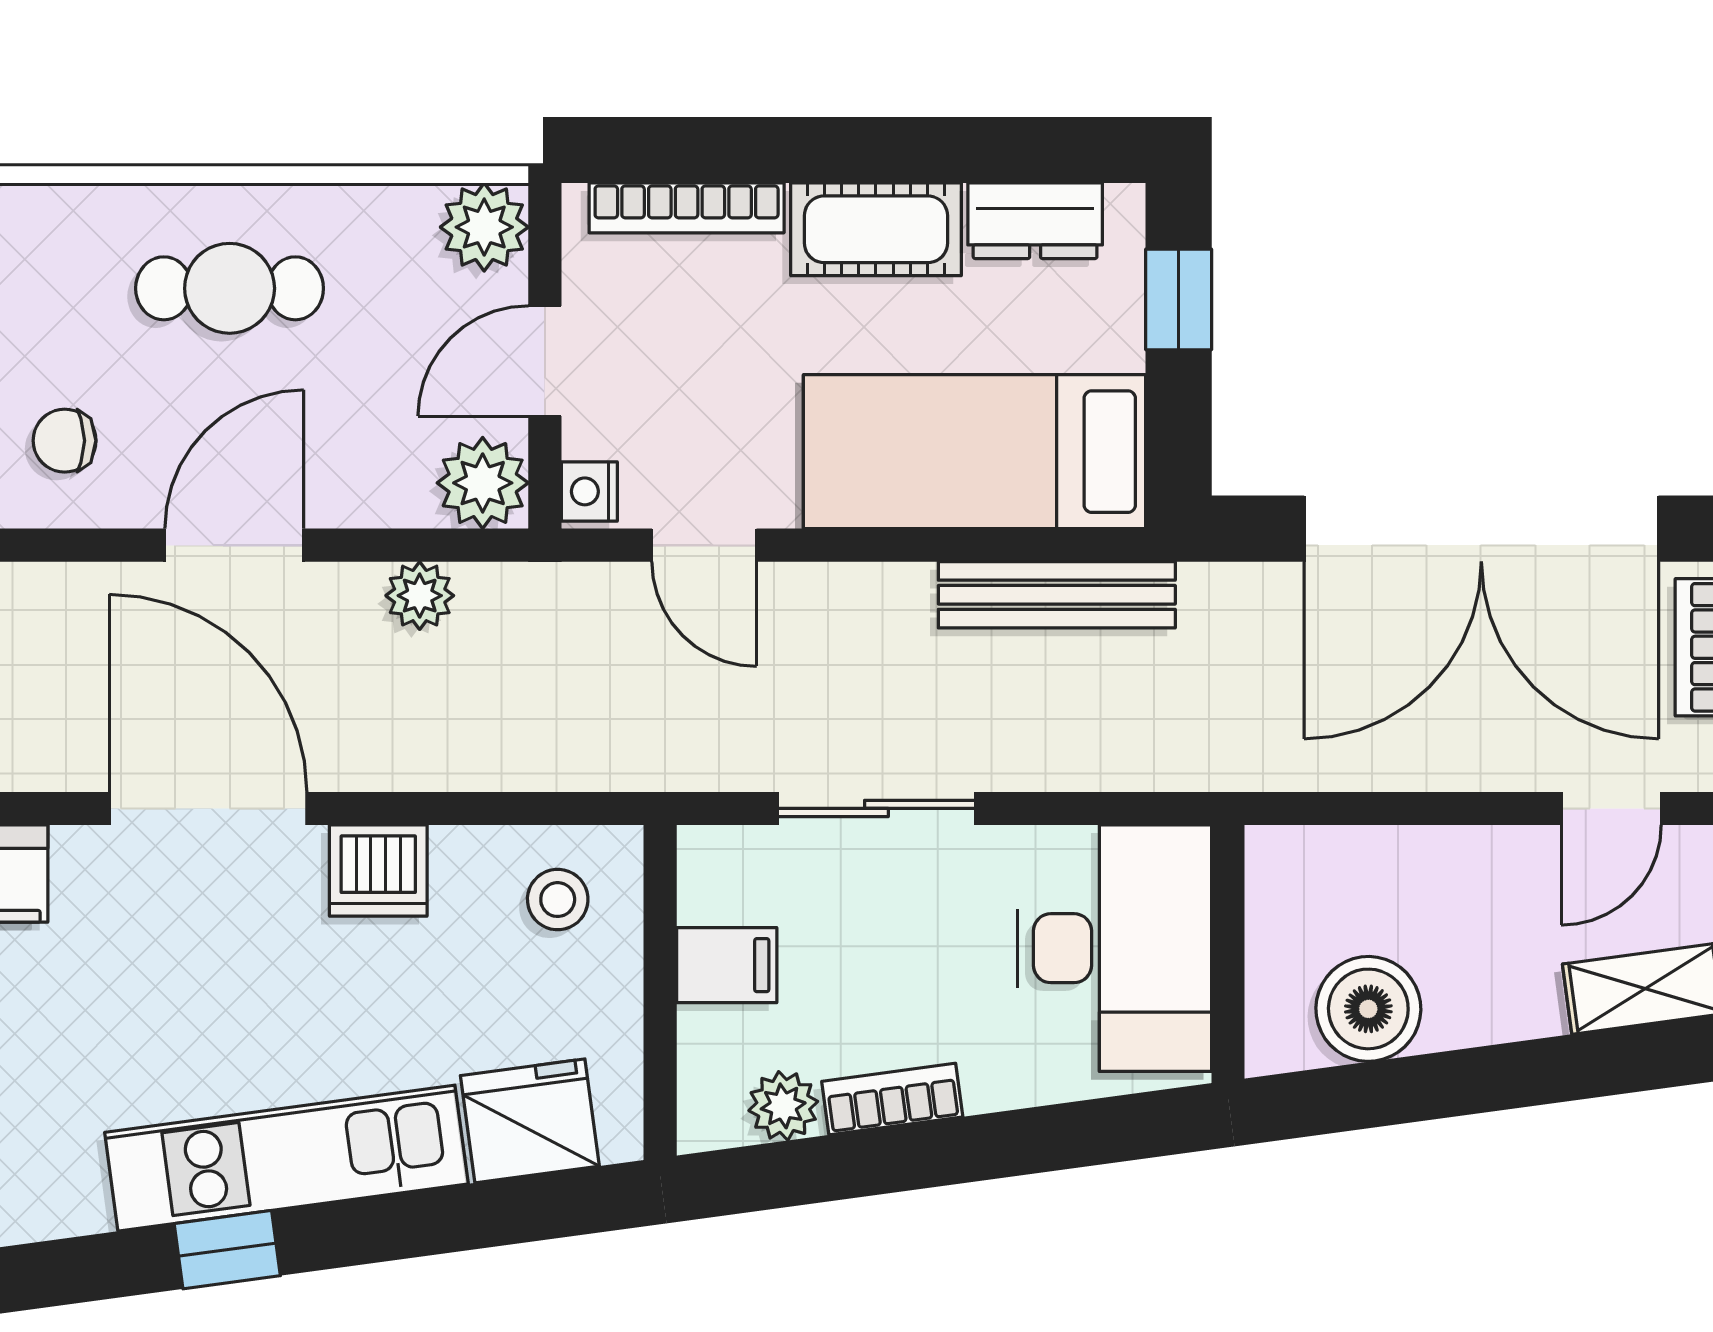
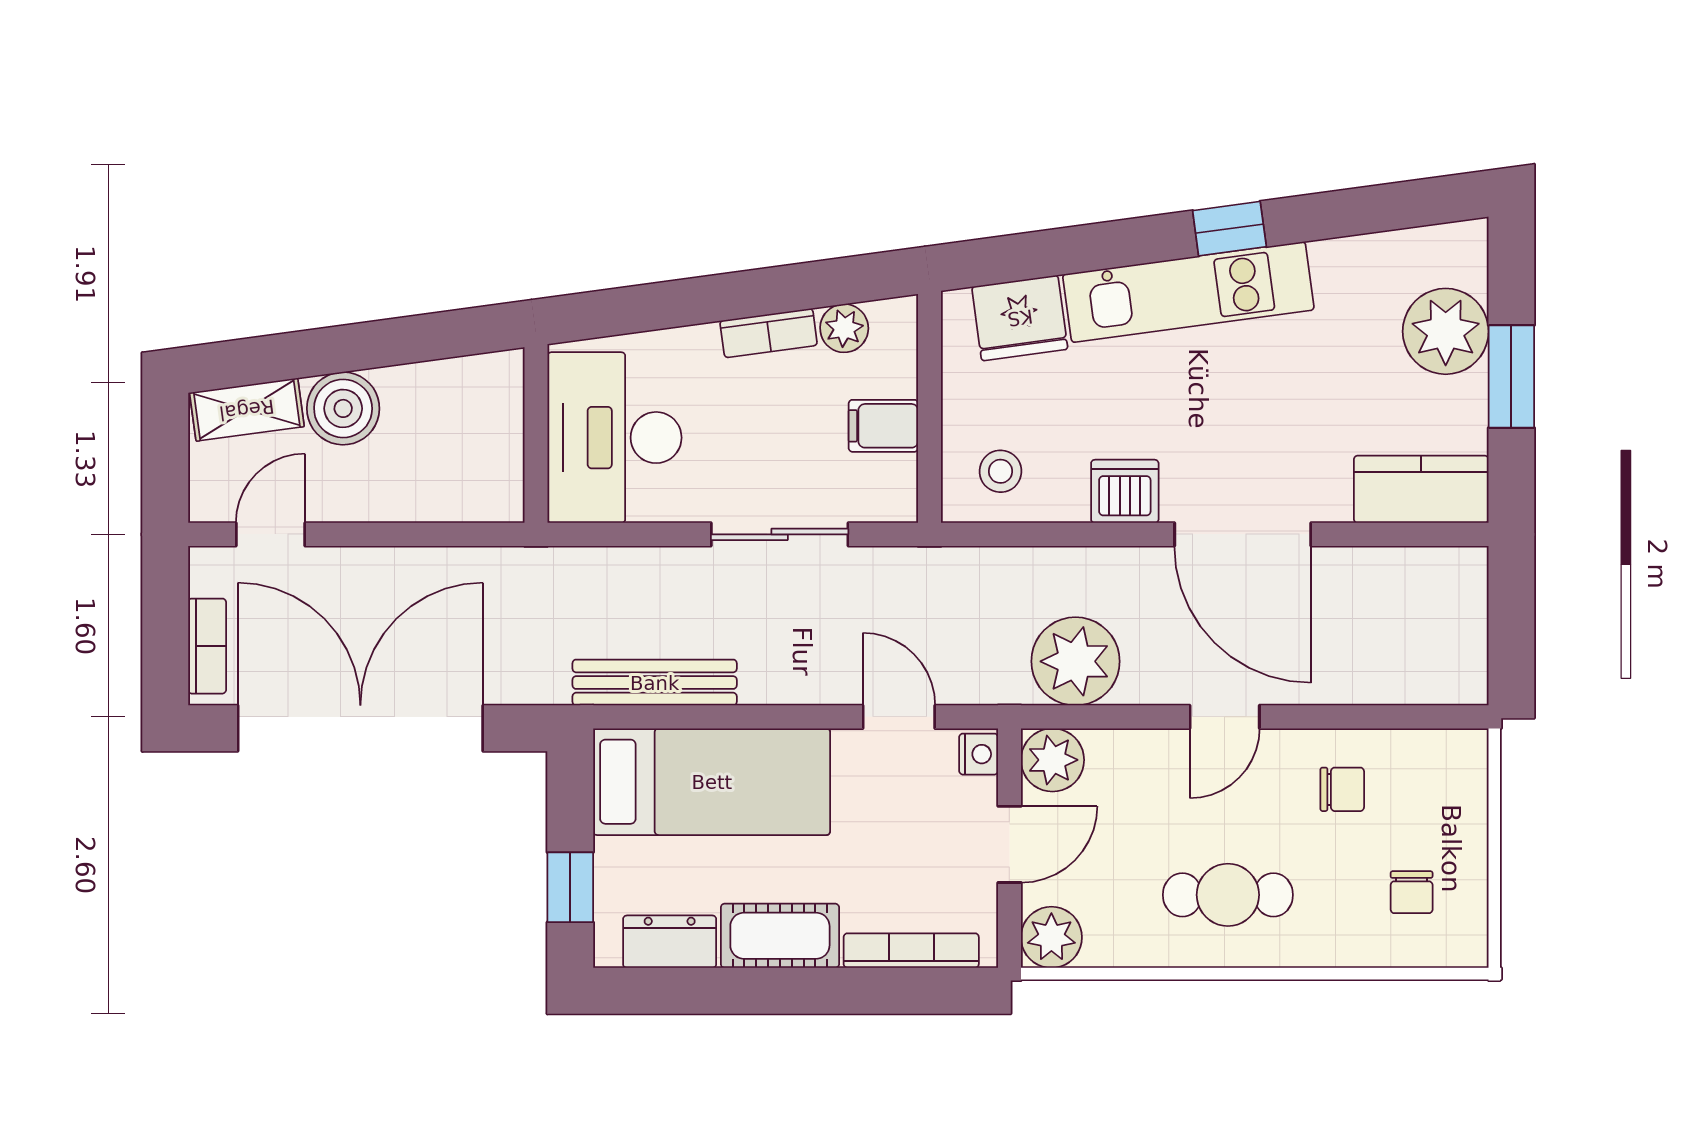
door: (234, 545) -> (1225, 717), width x0.73
plant: (420, 596) -> (1075, 661), width x1.88, depth x1.88
boiler: (1368, 1009) -> (343, 408), moved

